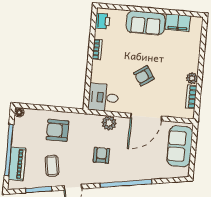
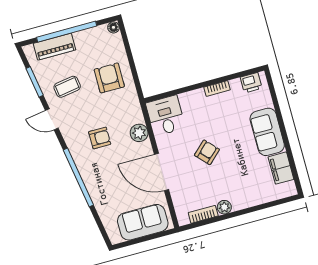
armchair: (144, 76) -> (207, 152), turned 81

